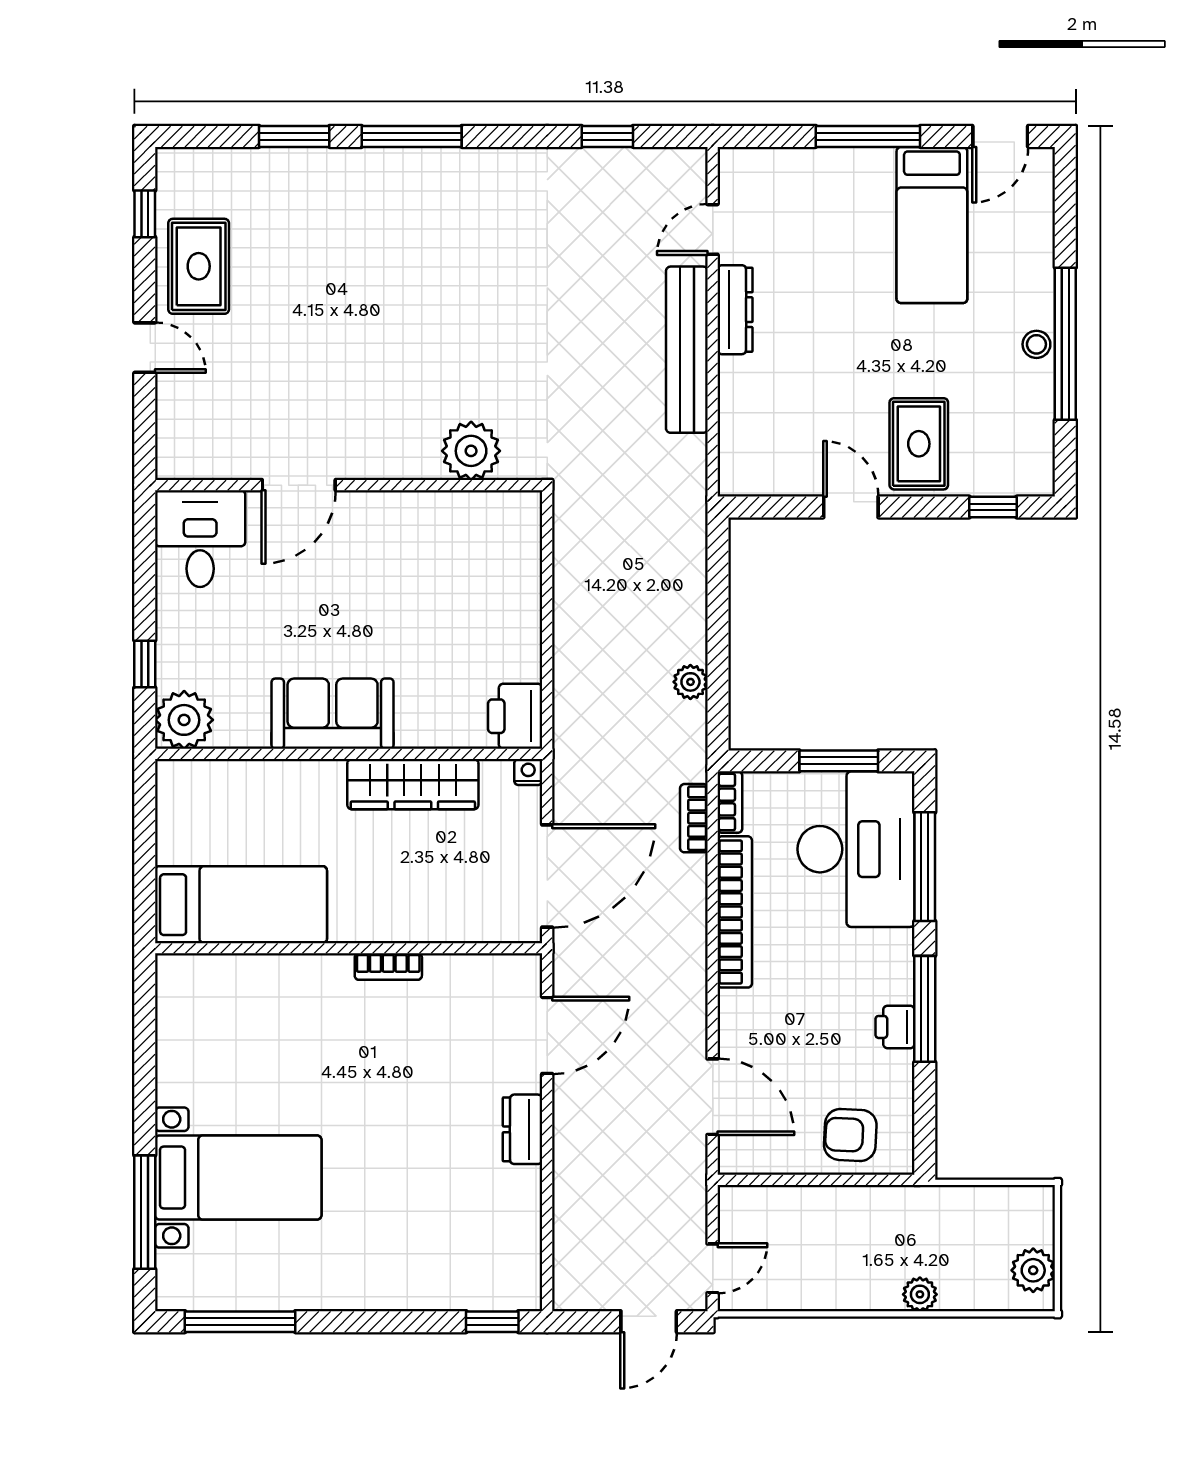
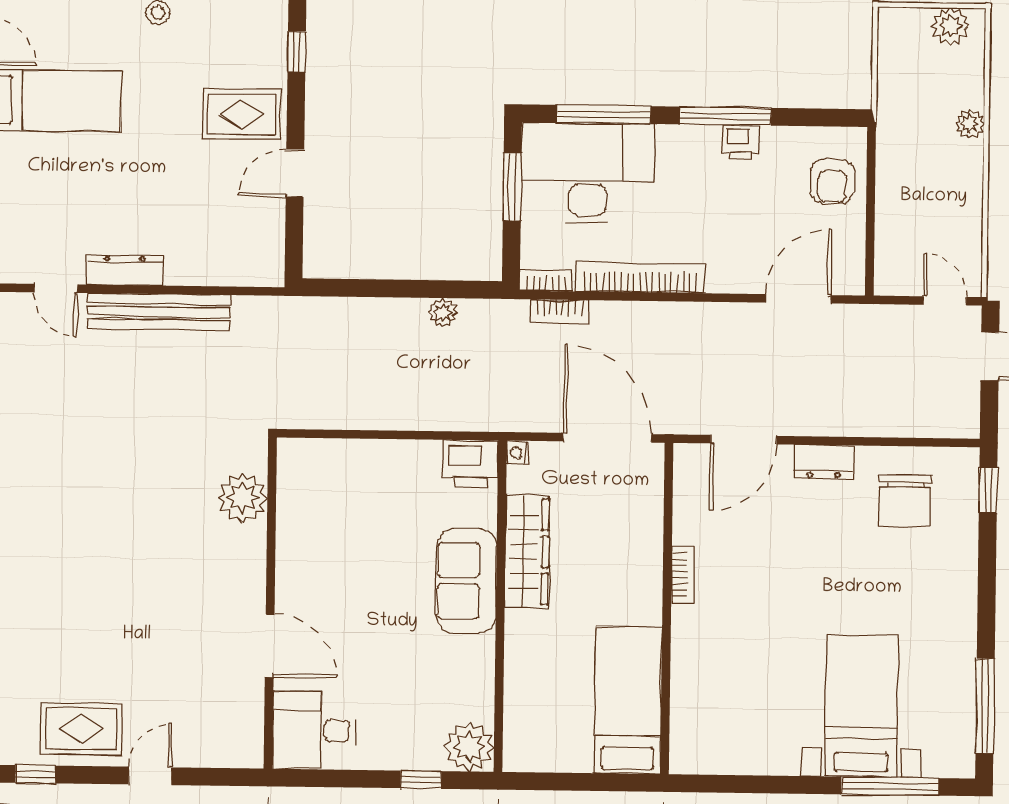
sofa: (333, 714) -> (466, 581), moved
door: (547, 1035) -> (744, 440), swing flipped
chair: (479, 1225) -> (905, 501), added

